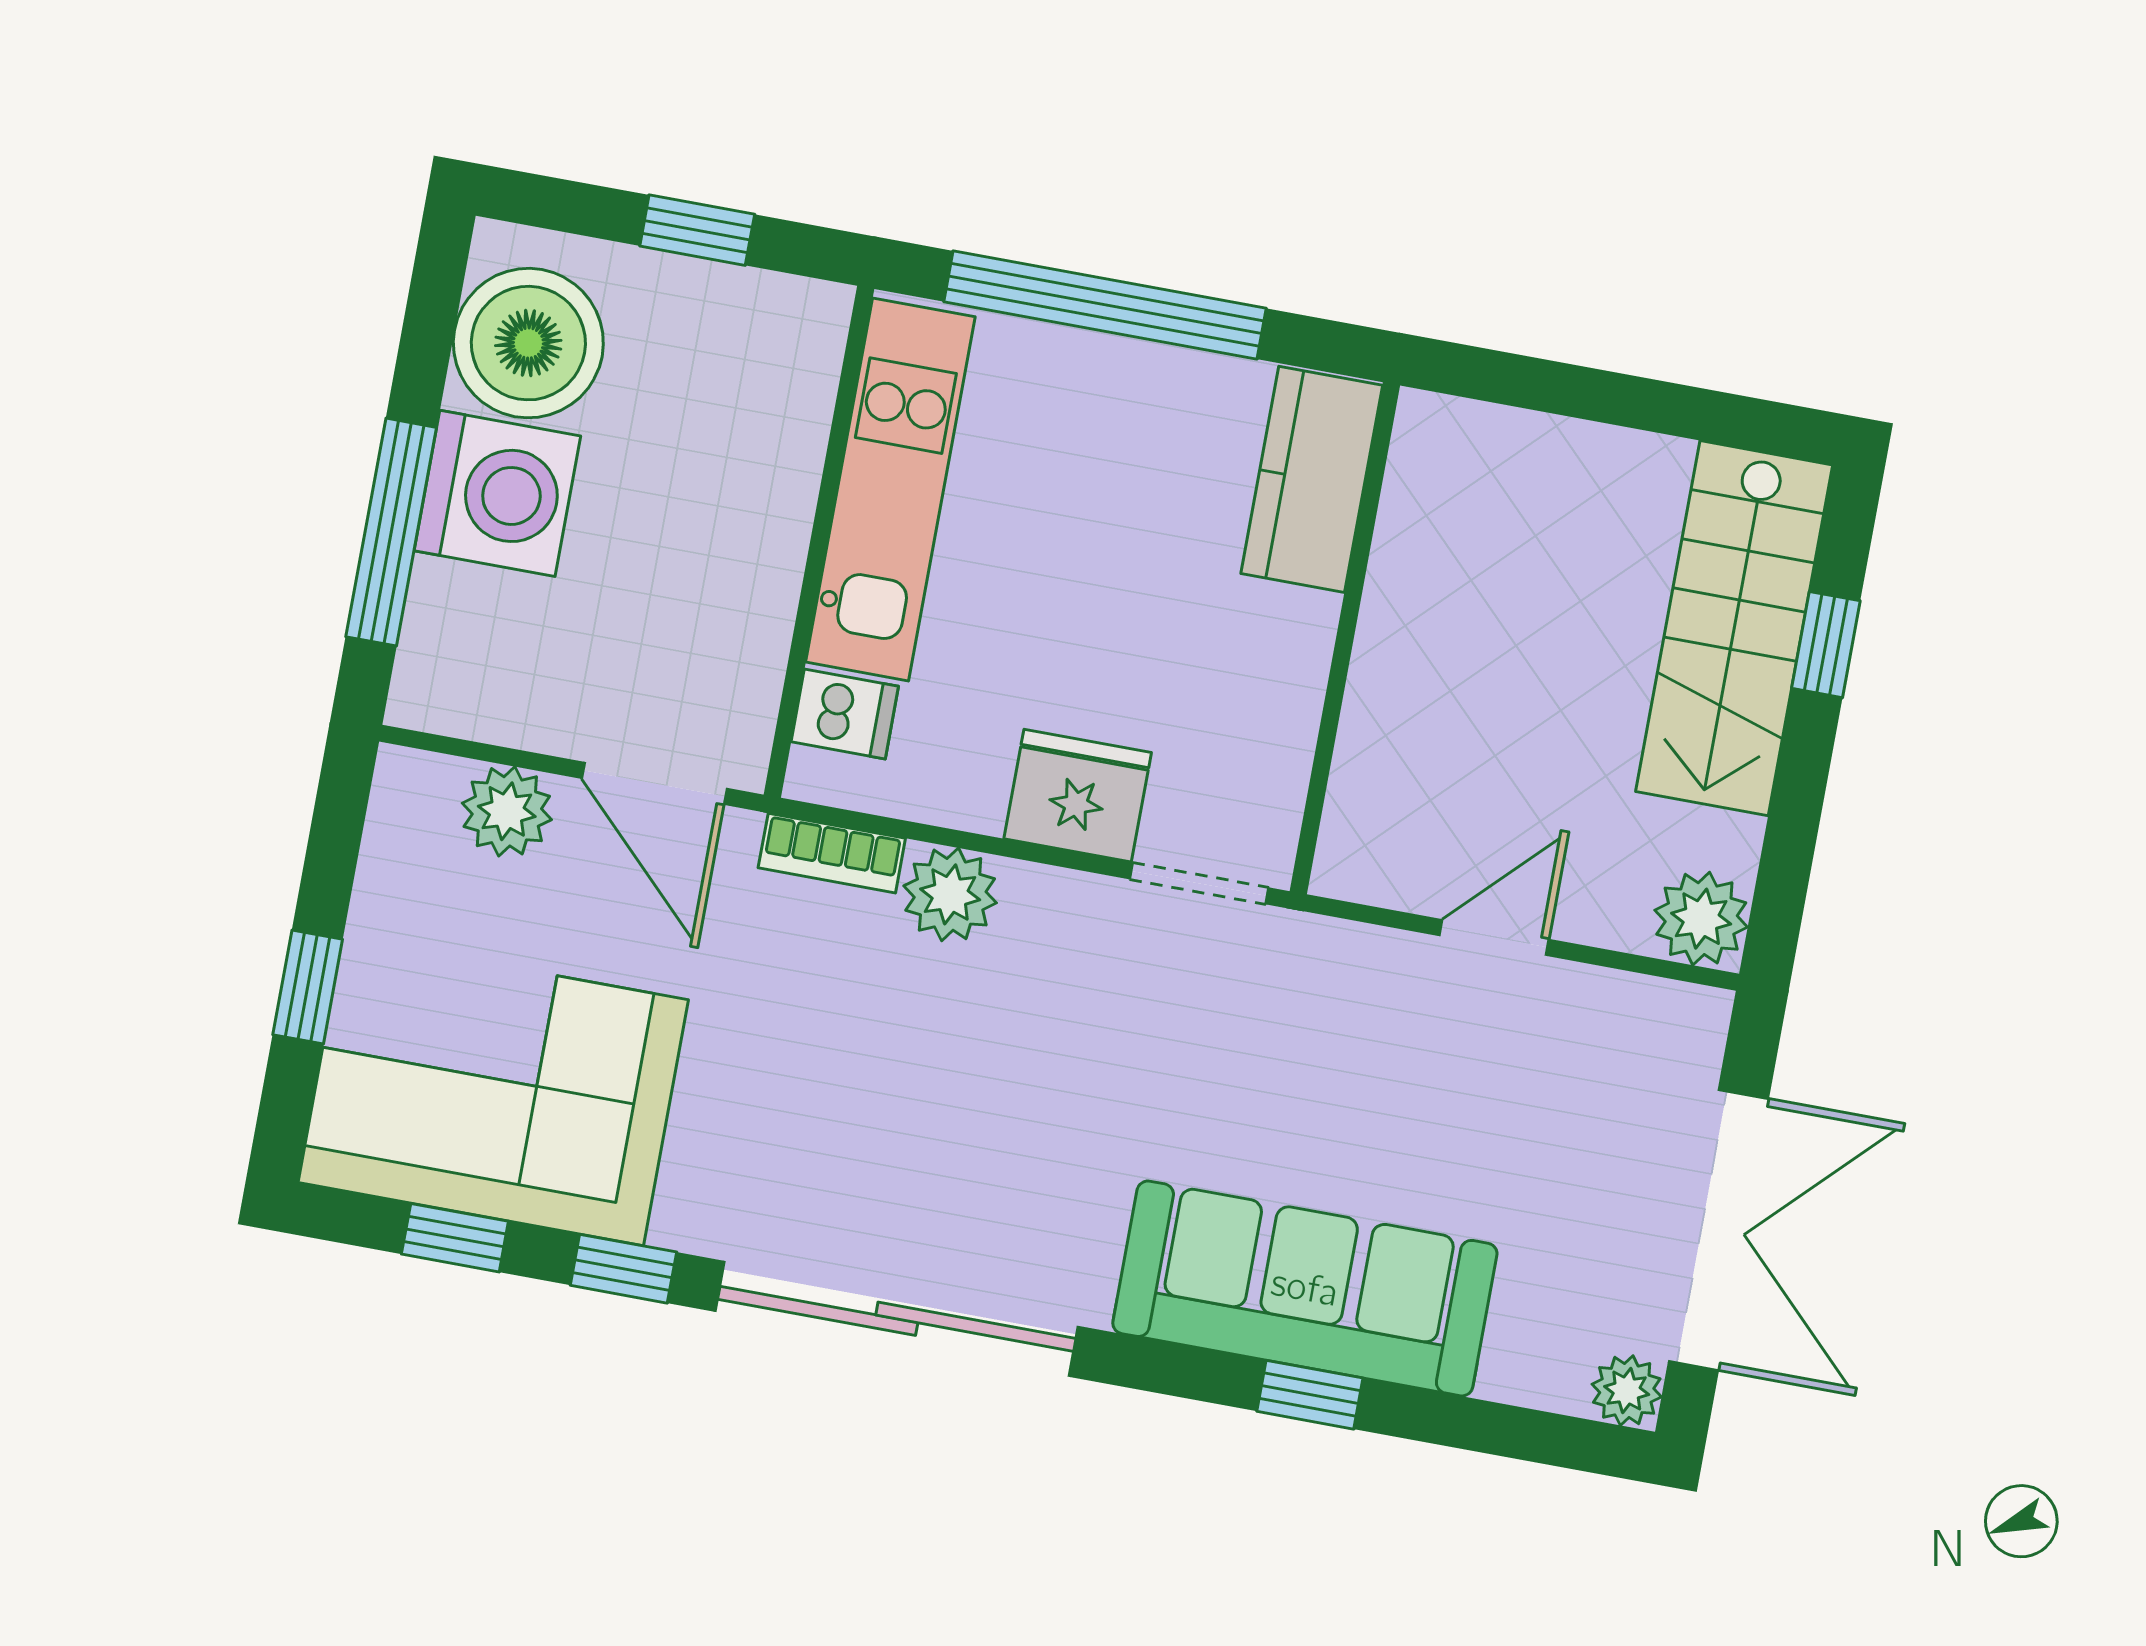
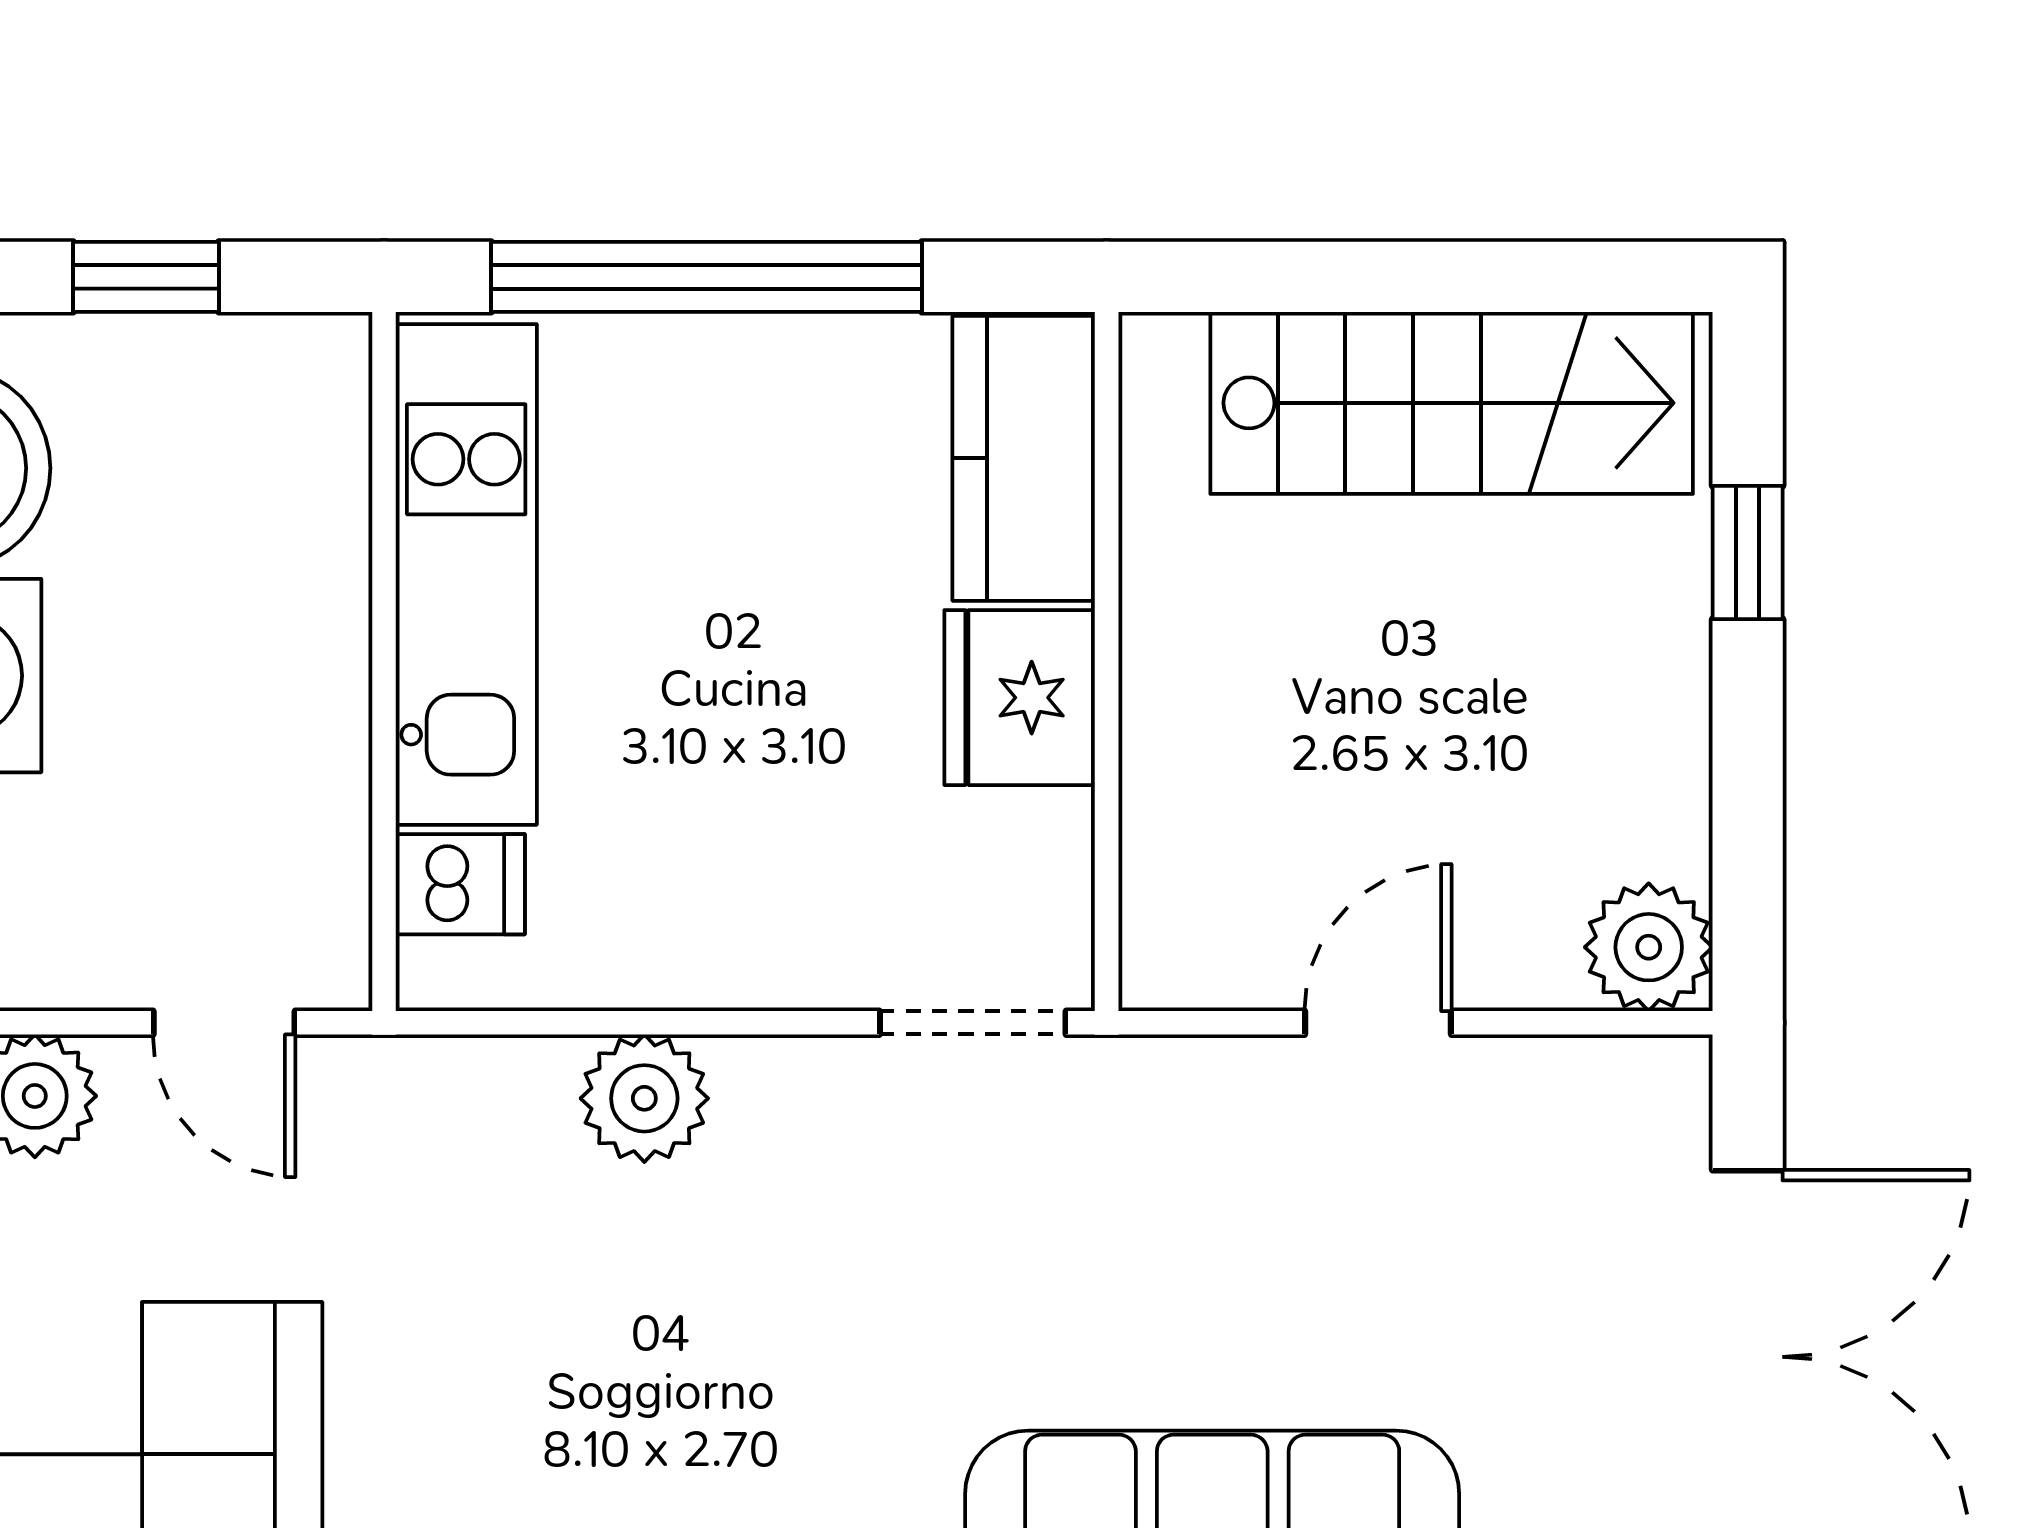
stairs: (1734, 628) -> (1452, 403), moved, turned -90
door: (654, 783) -> (224, 1023), width x0.73
fridge: (1078, 796) -> (1020, 698), moved, turned -90
bookcase: (832, 853) -> (477, 1072), removed

